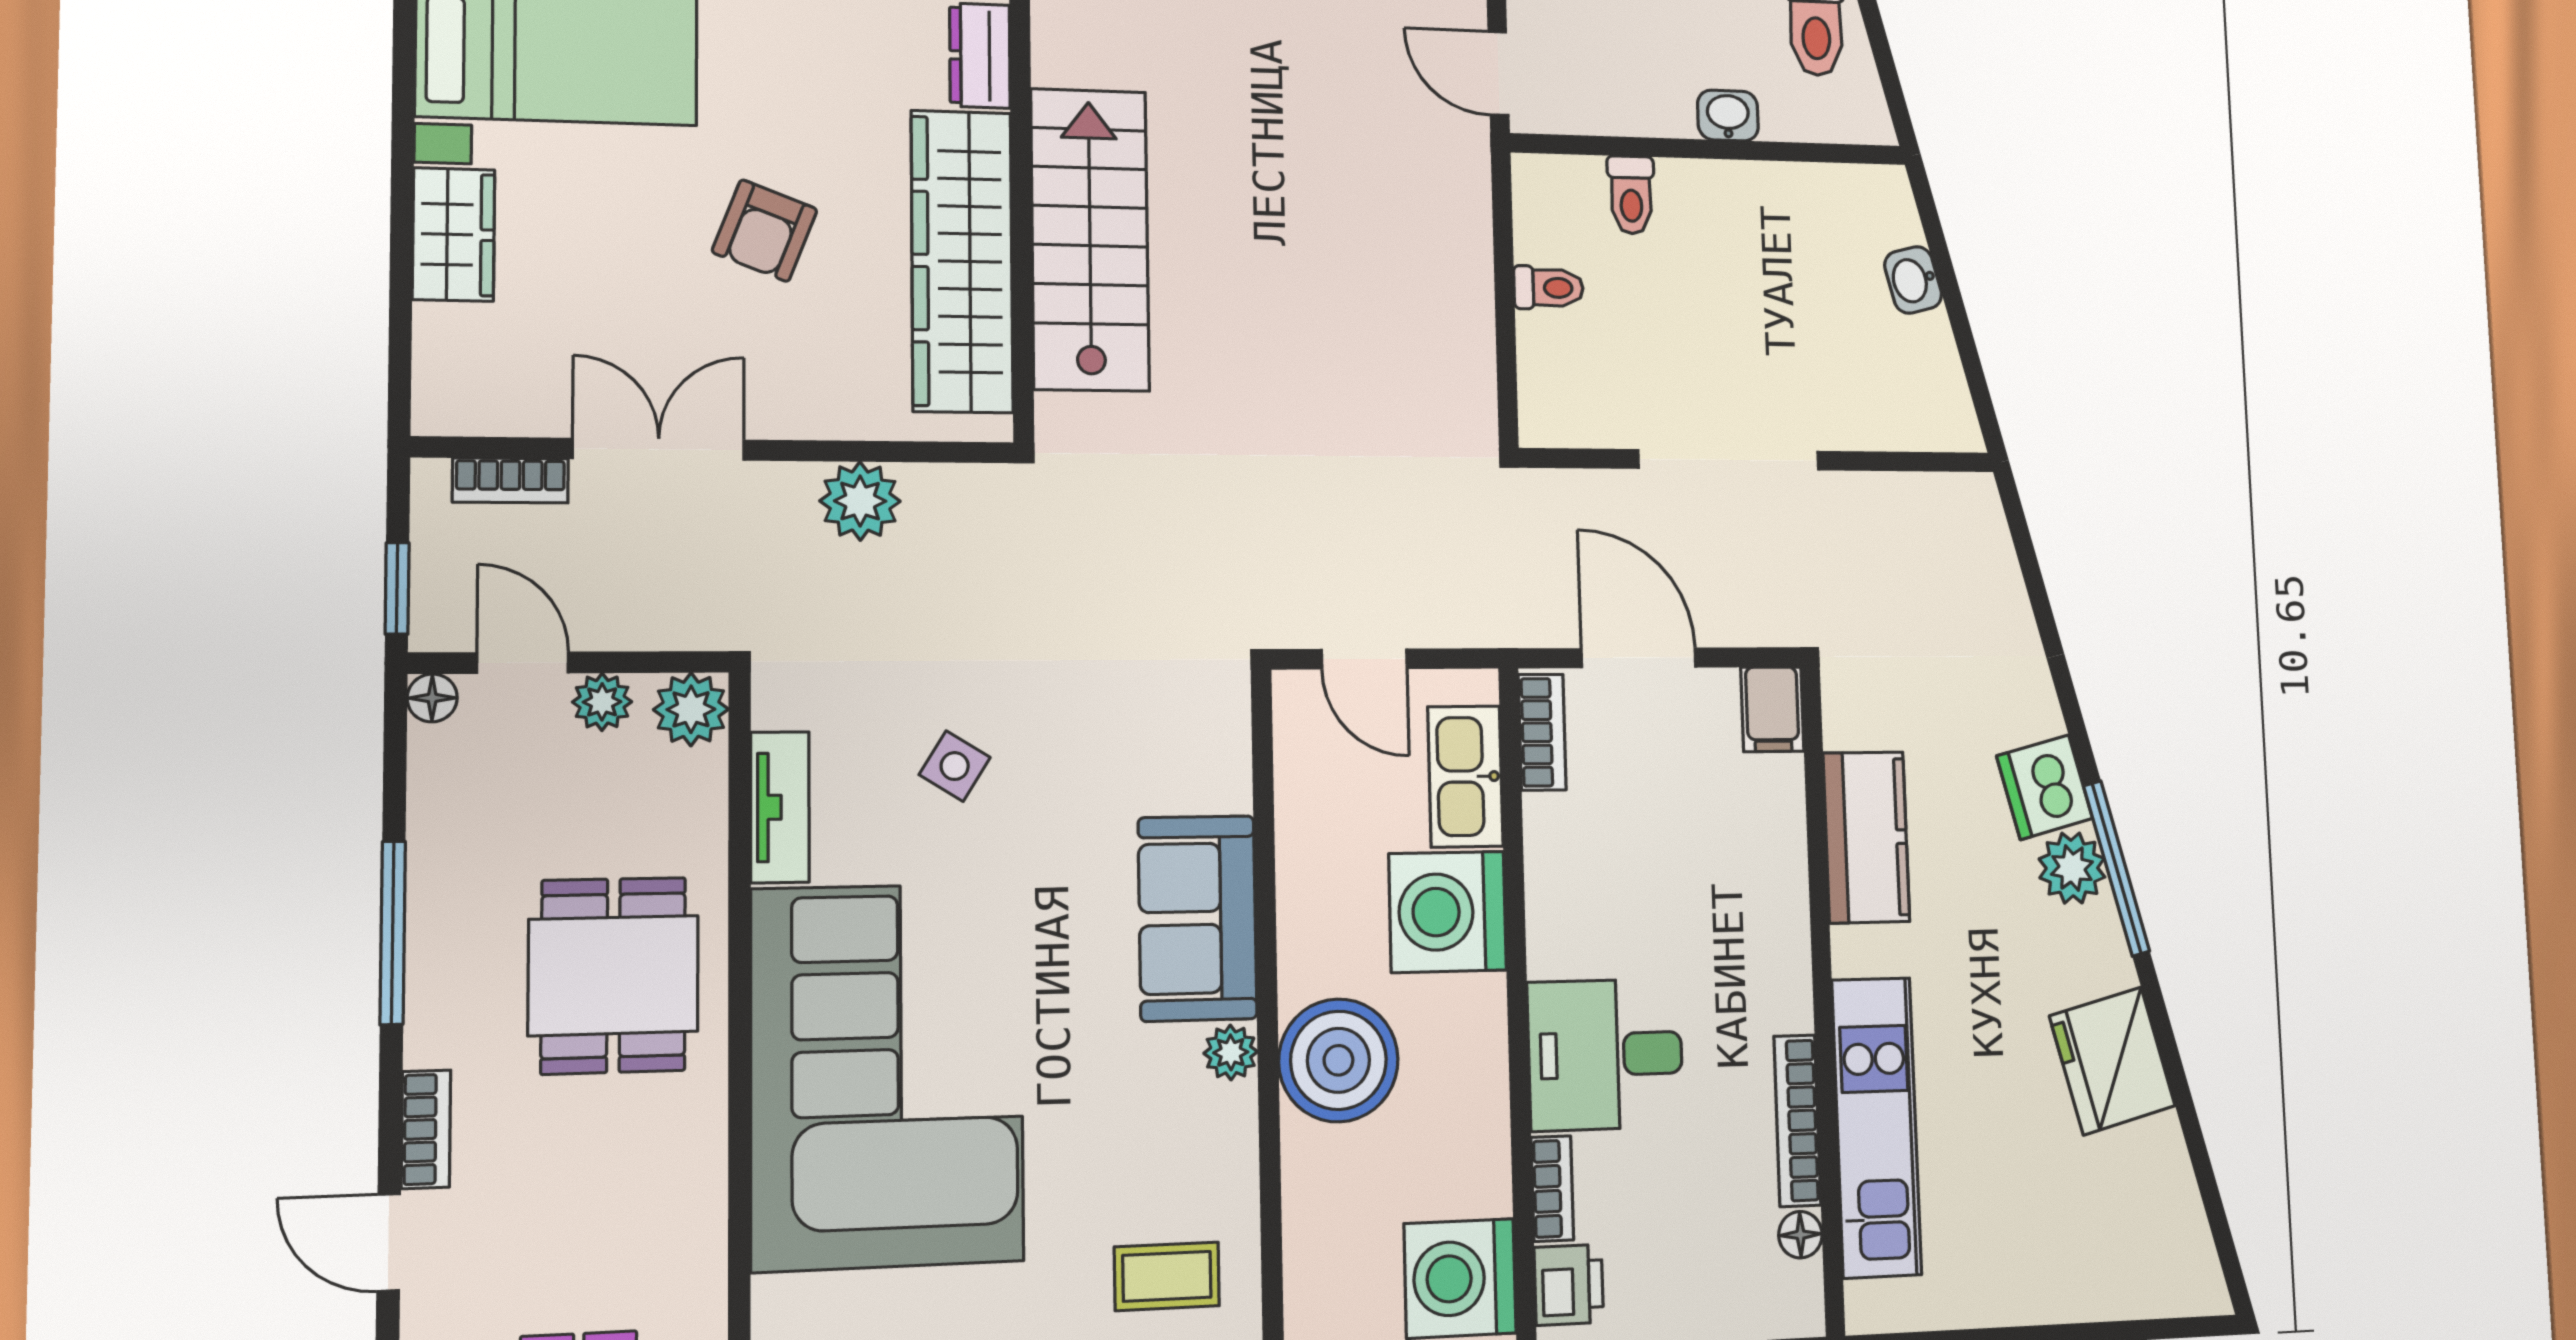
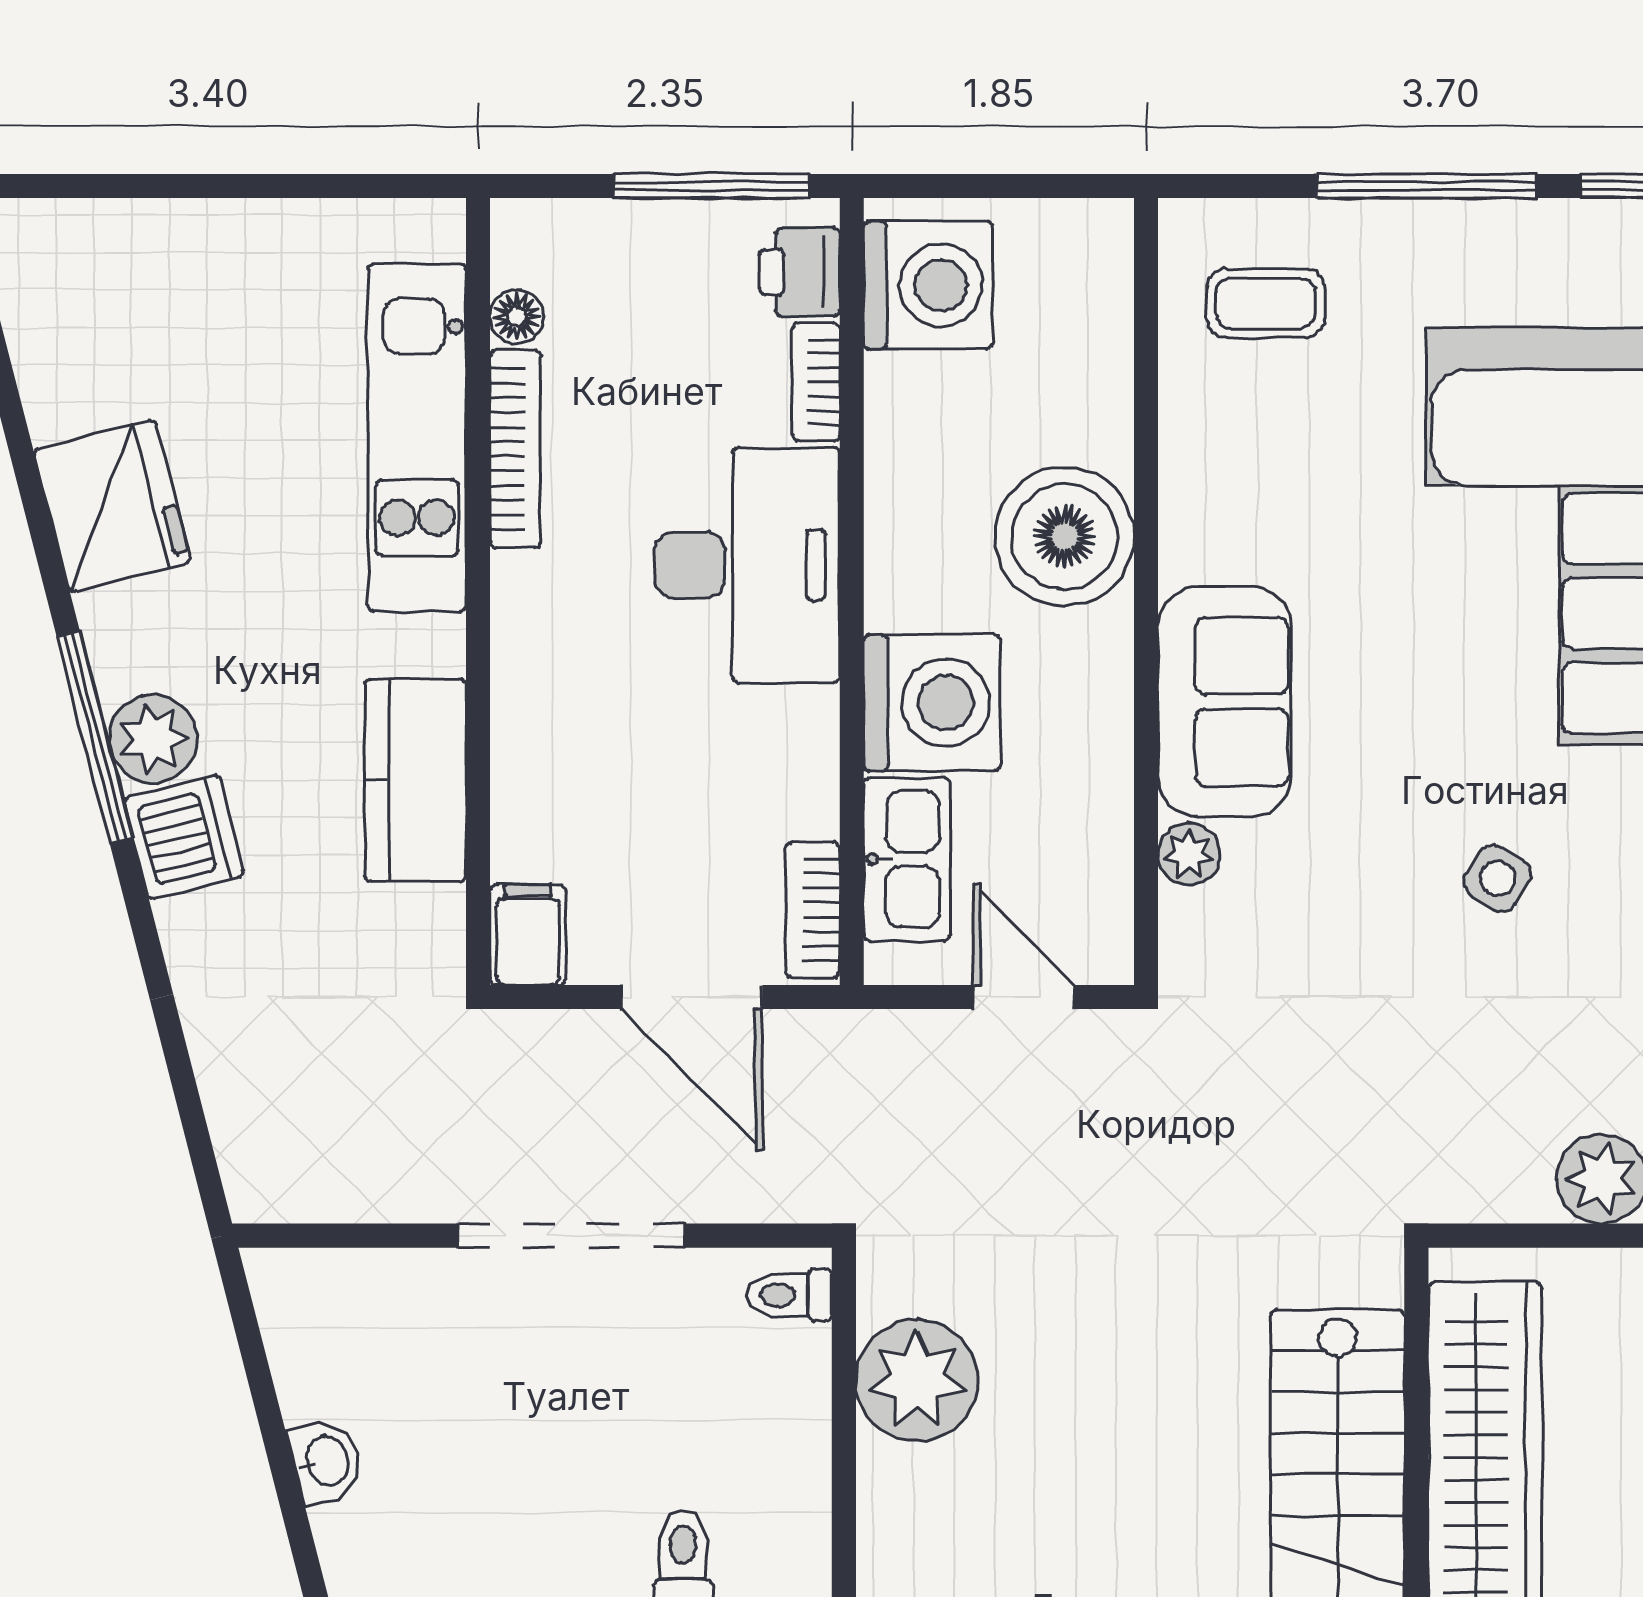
toilet: (1549, 288) -> (789, 1295), moved
plant: (1446, 336) -> (917, 1380), added
plant: (1231, 1052) -> (1189, 854), moved
desk: (1606, 1054) -> (747, 565), width x1.37

